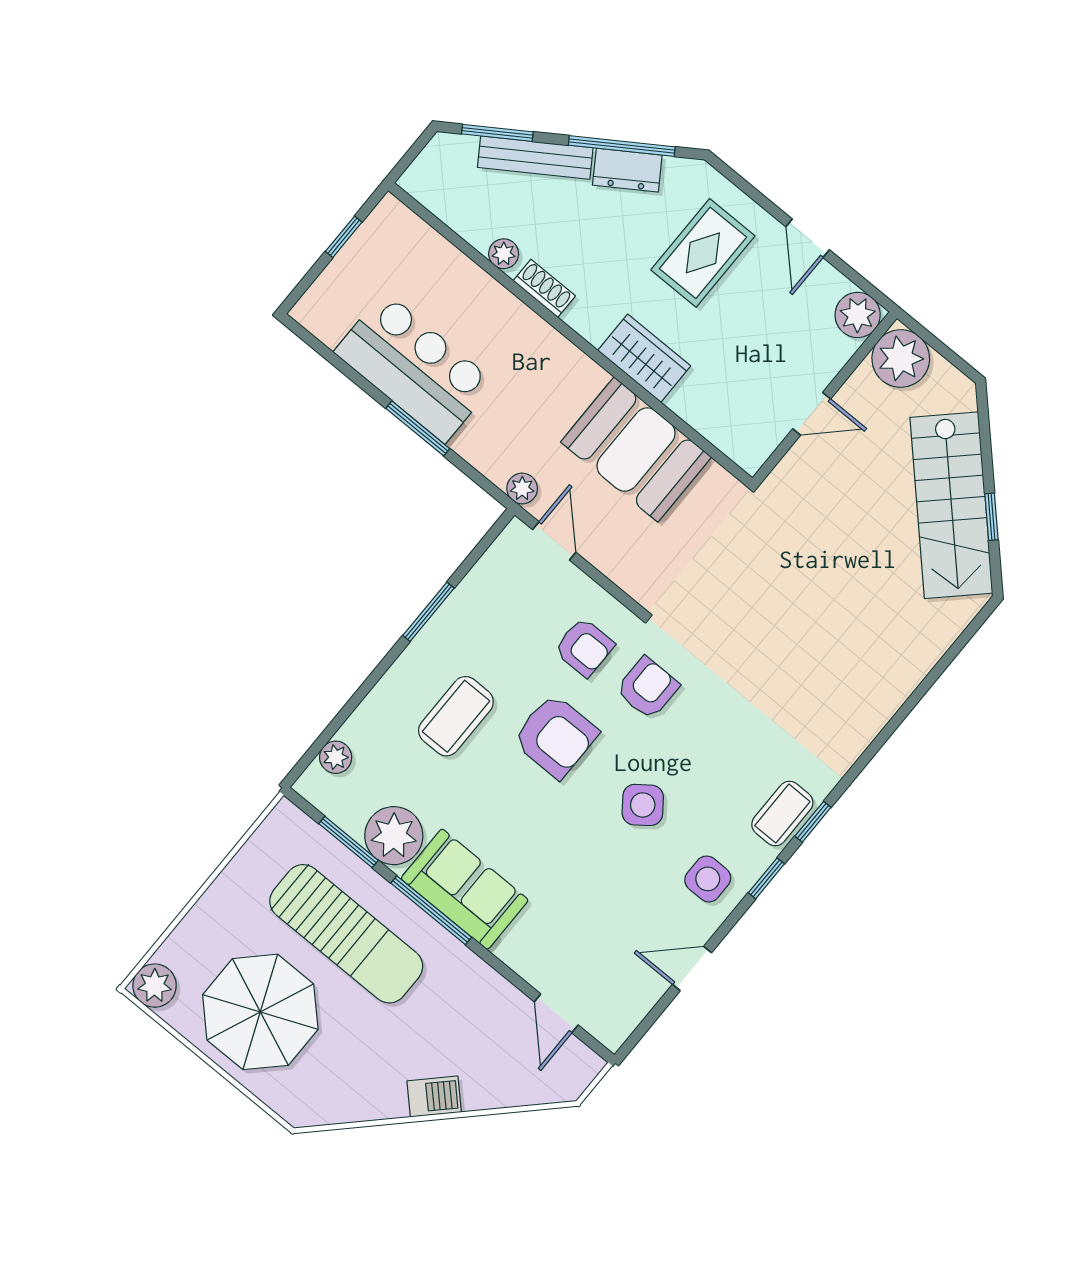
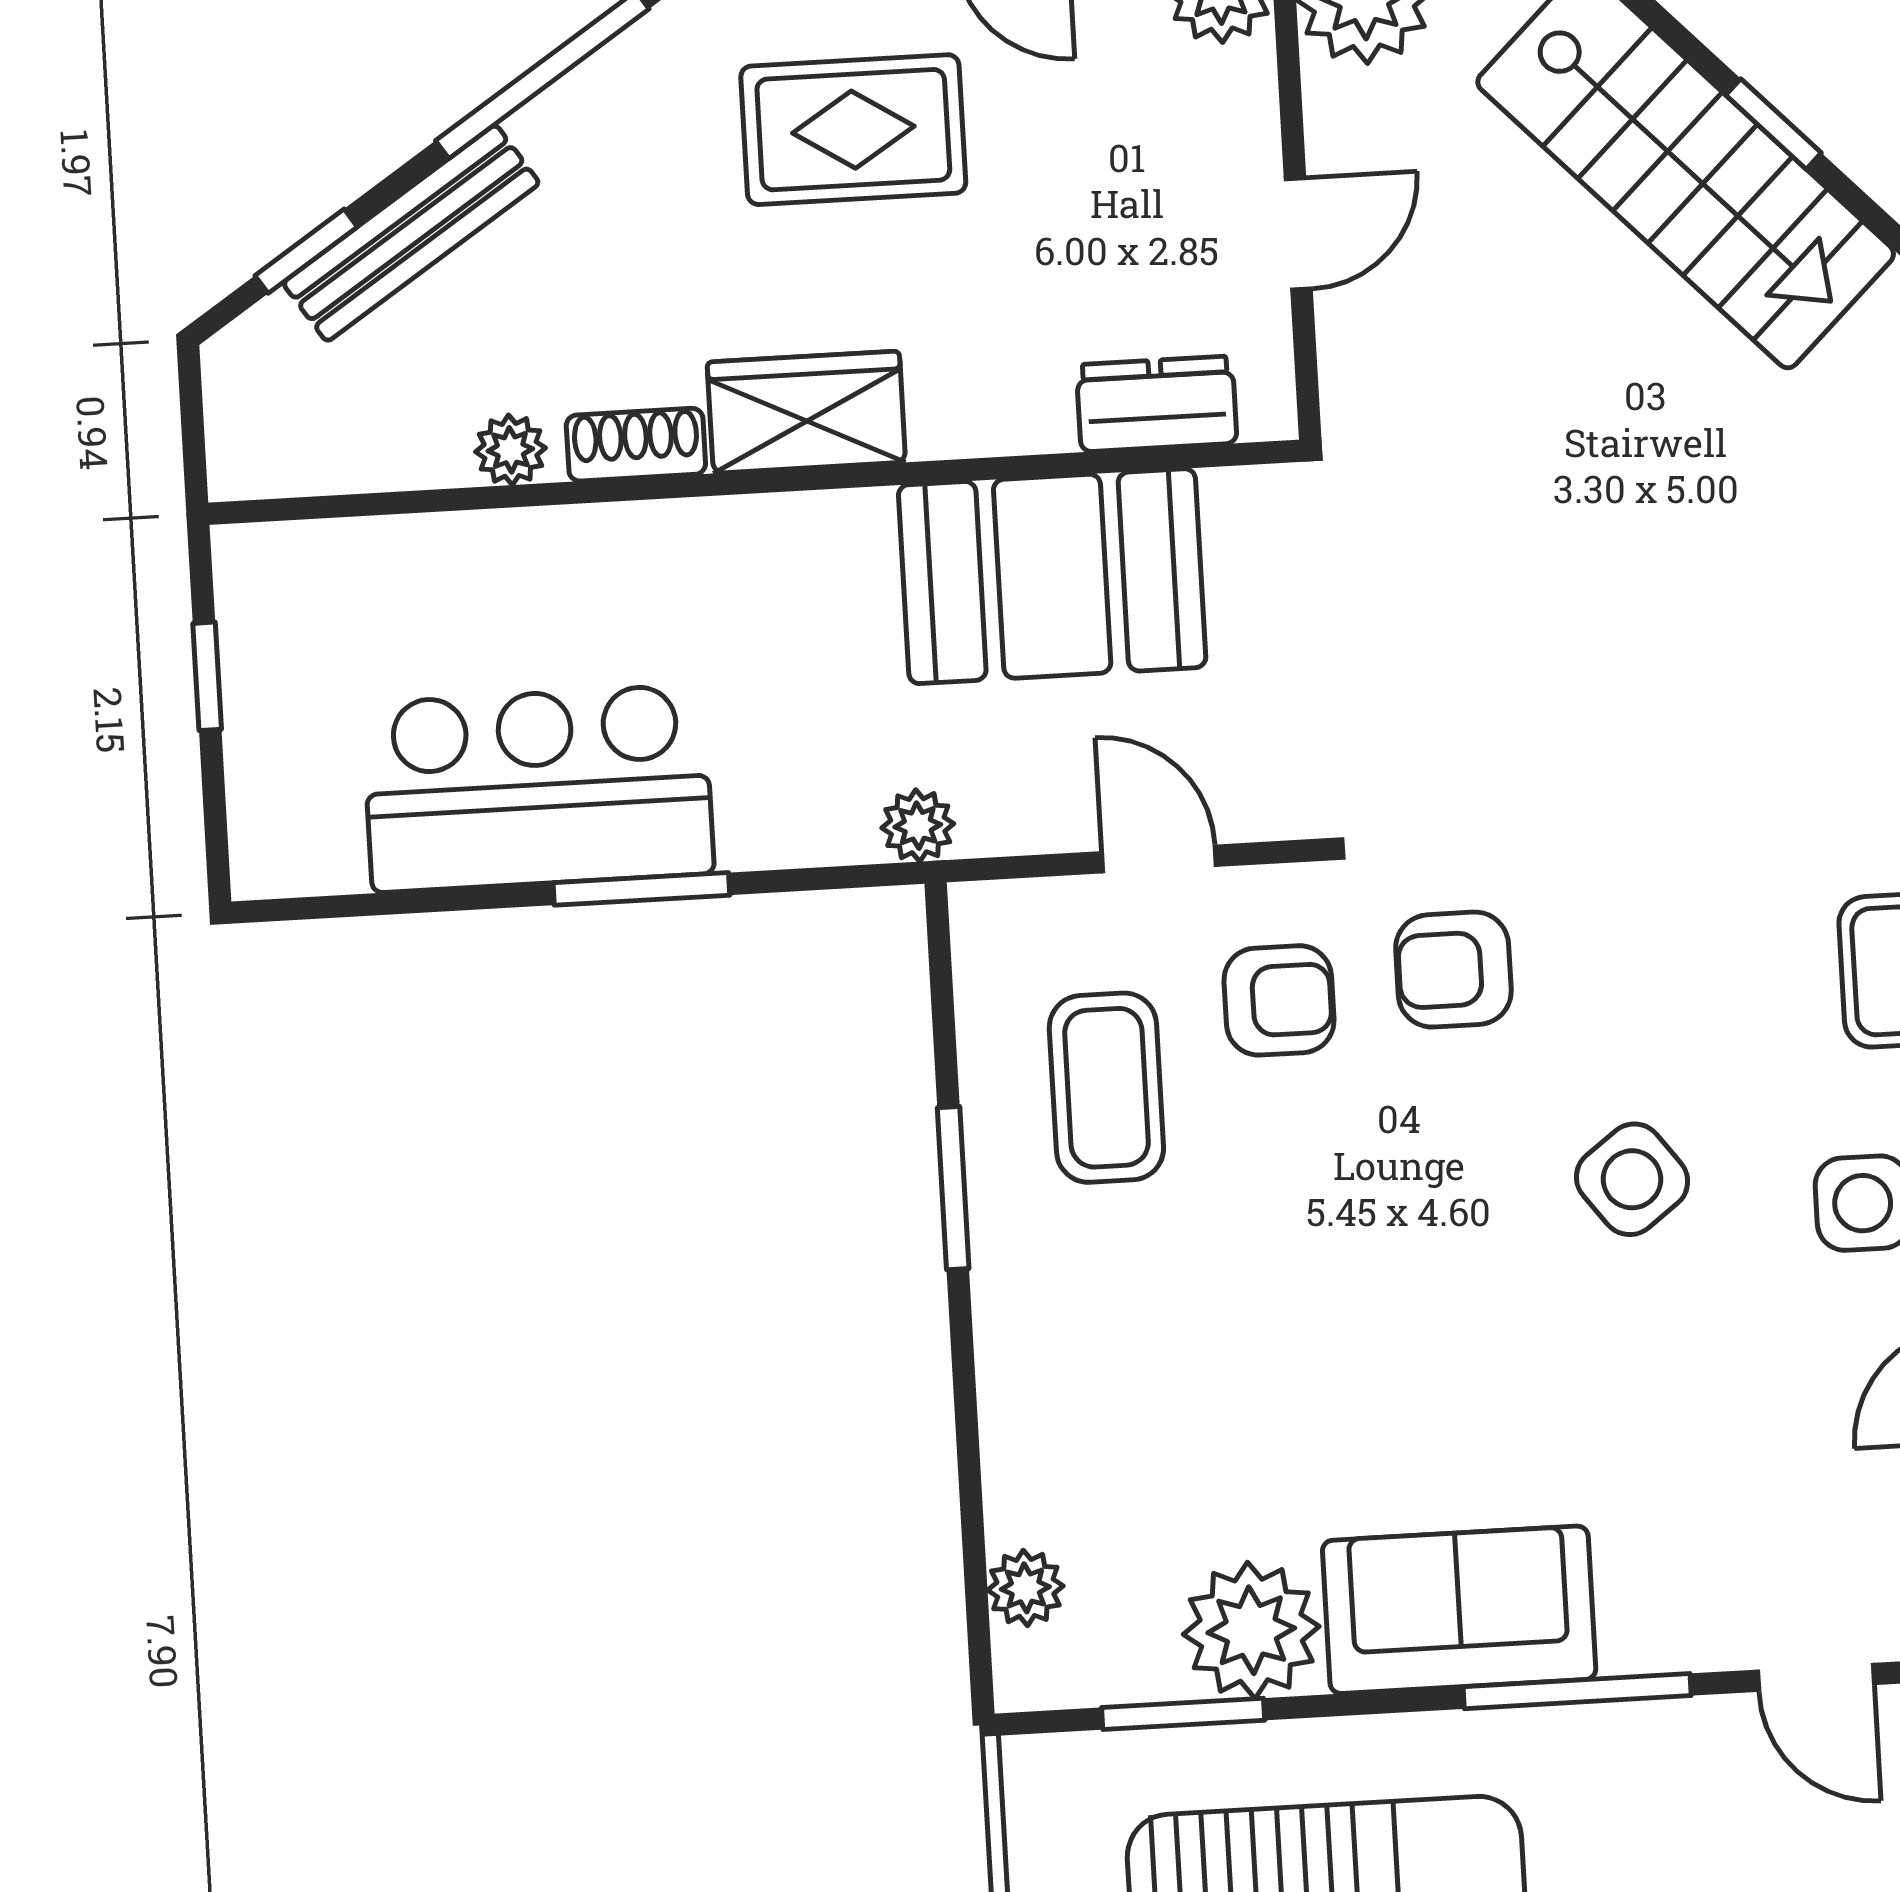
window: (497, 133) -> (306, 251), width x0.67
dresser: (627, 170) -> (1157, 404), moved, turned -147
rug: (703, 253) -> (853, 130), turned 90
wardrobe: (644, 358) -> (806, 412), moved
door: (554, 541) -> (1159, 859), moved
armchair: (648, 688) -> (1453, 970), turned -90
coffee table: (456, 716) -> (1106, 1088), moved
armchair: (555, 736) -> (1371, 1200), removed
window: (431, 910) -> (1577, 1691), moved

